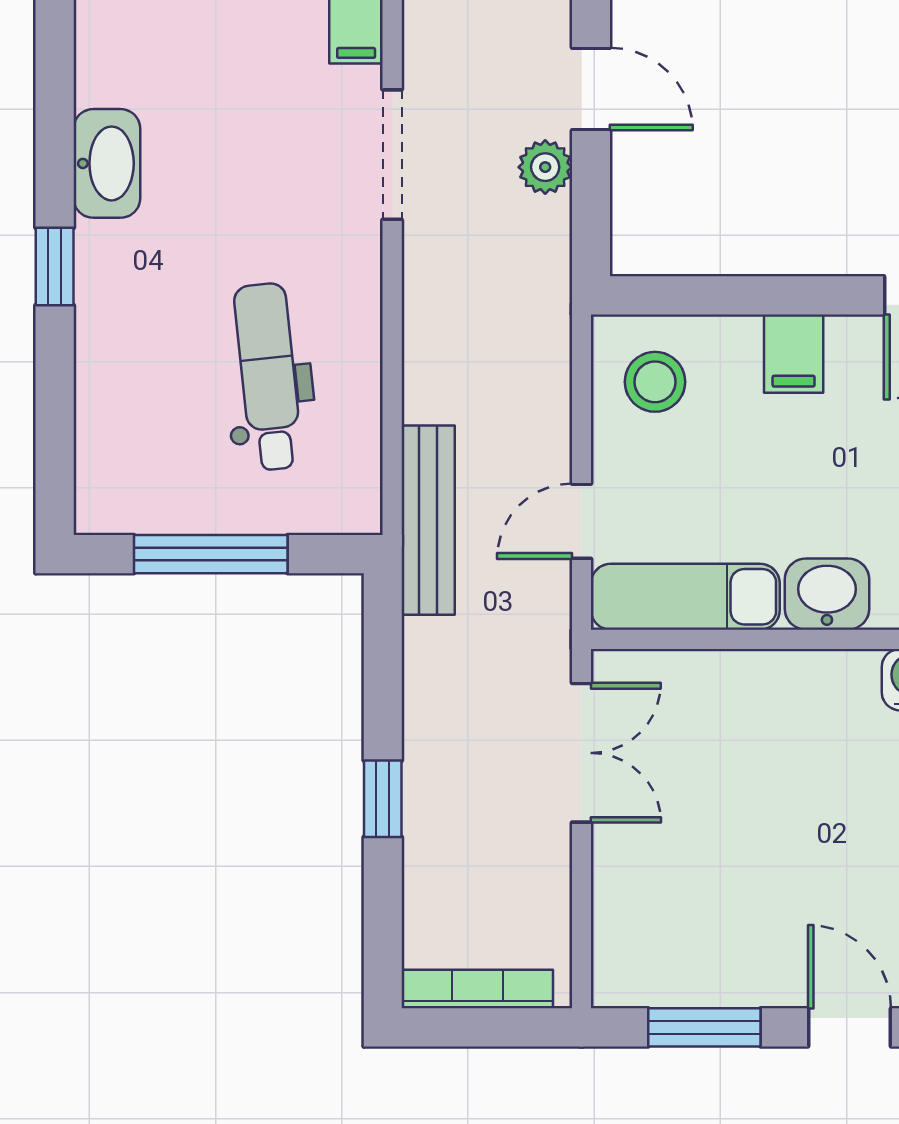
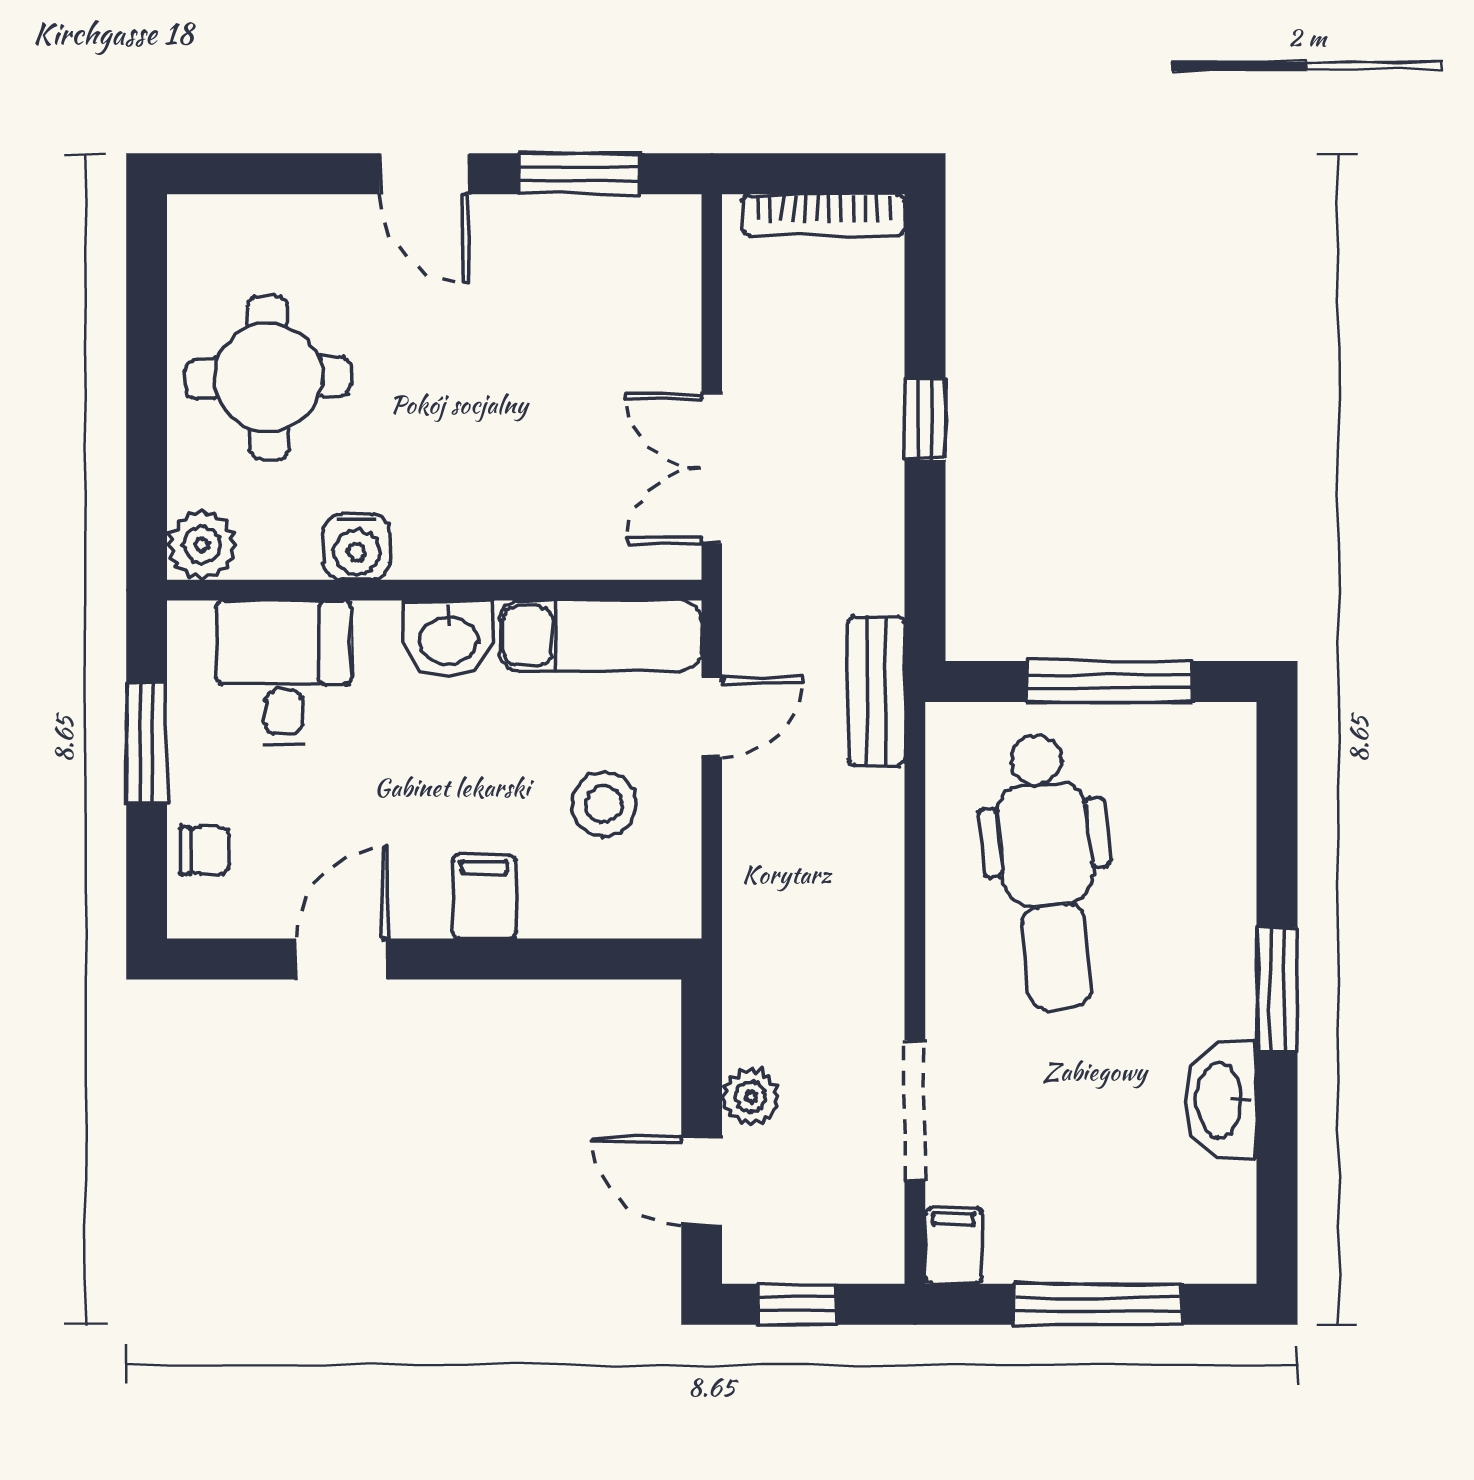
window: (55, 267) -> (1277, 990), width x1.50
dental chair: (268, 377) -> (1048, 872), width x1.36, depth x1.38
stool: (655, 382) -> (604, 804), moved
bench: (428, 520) -> (876, 691), width x0.73

